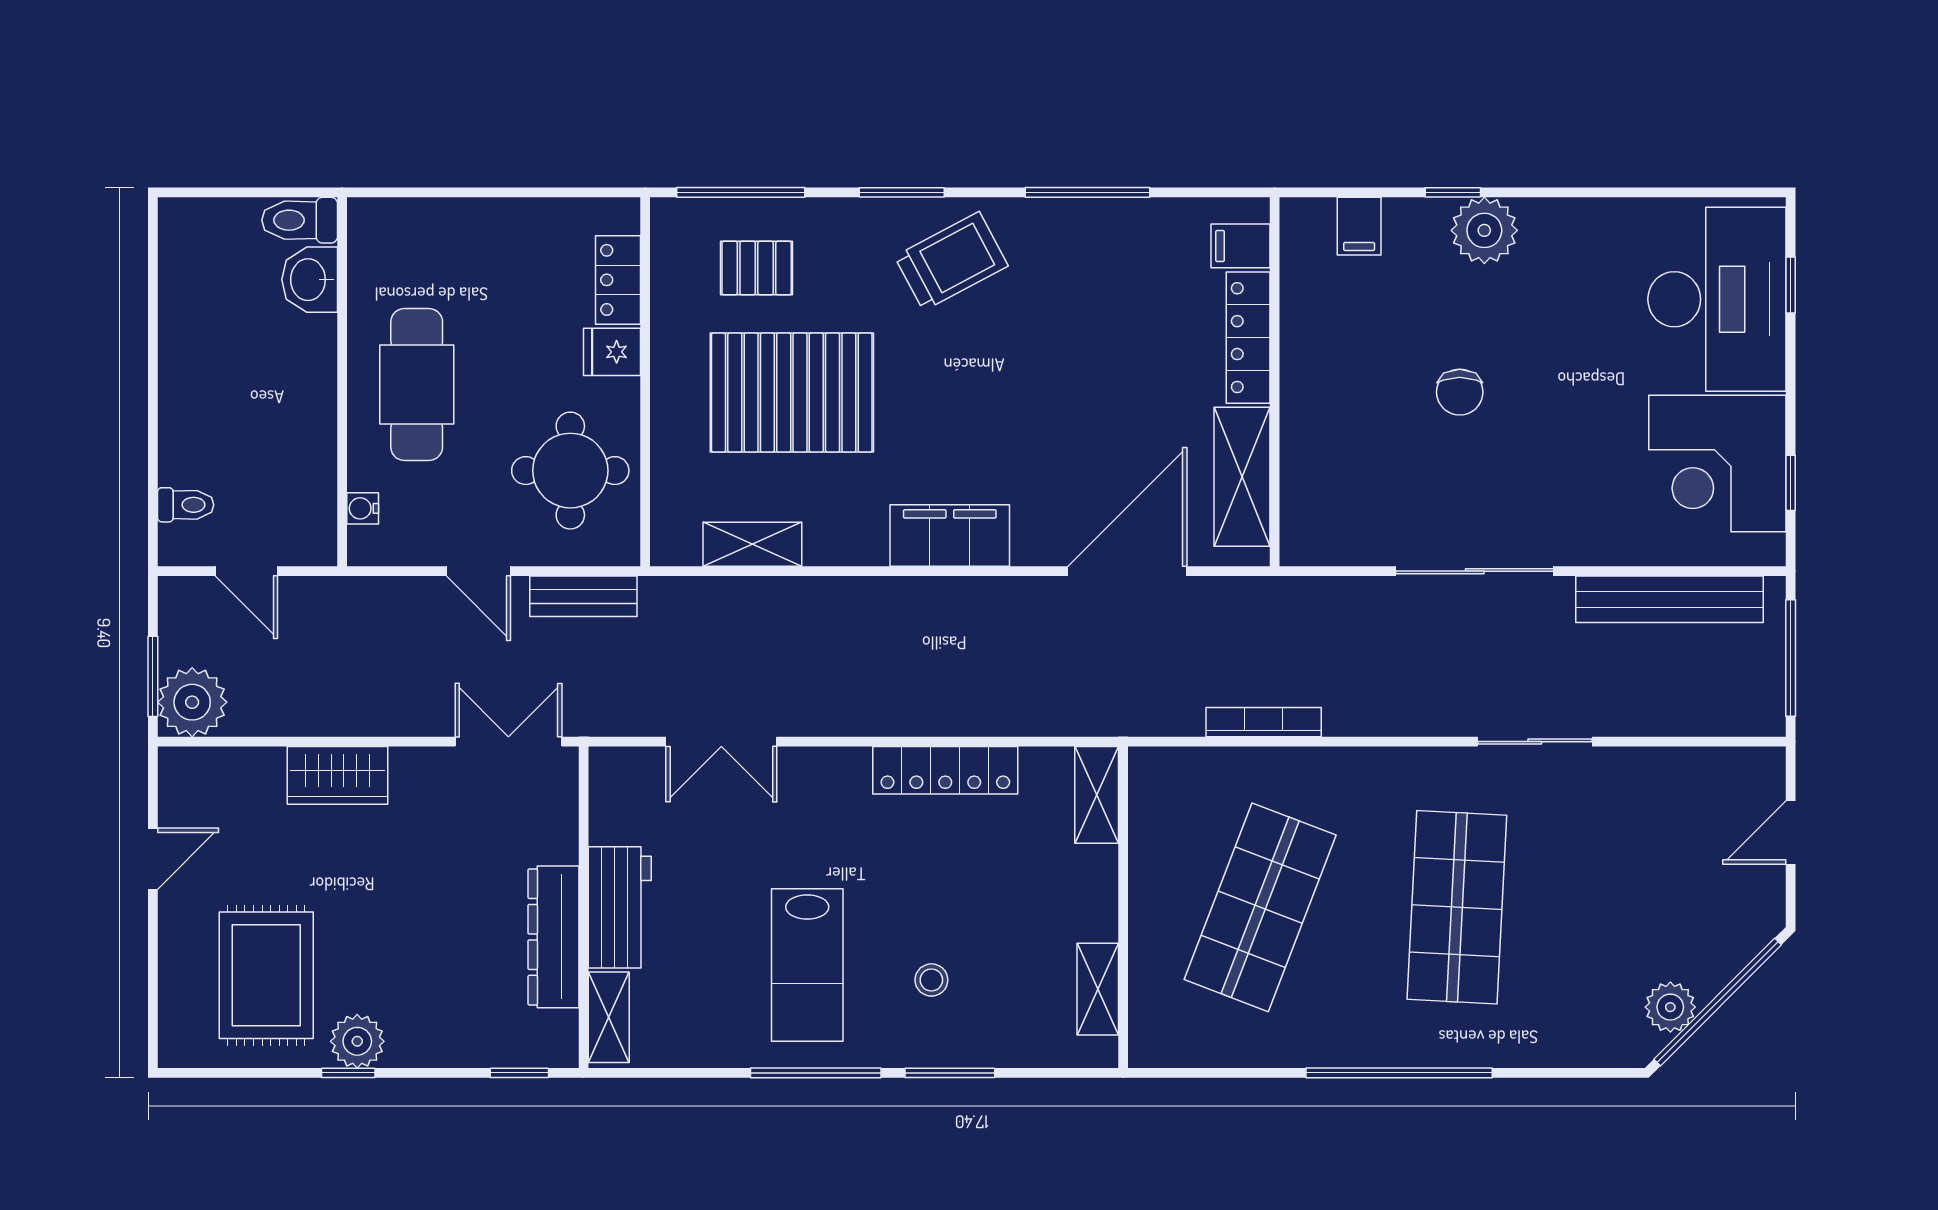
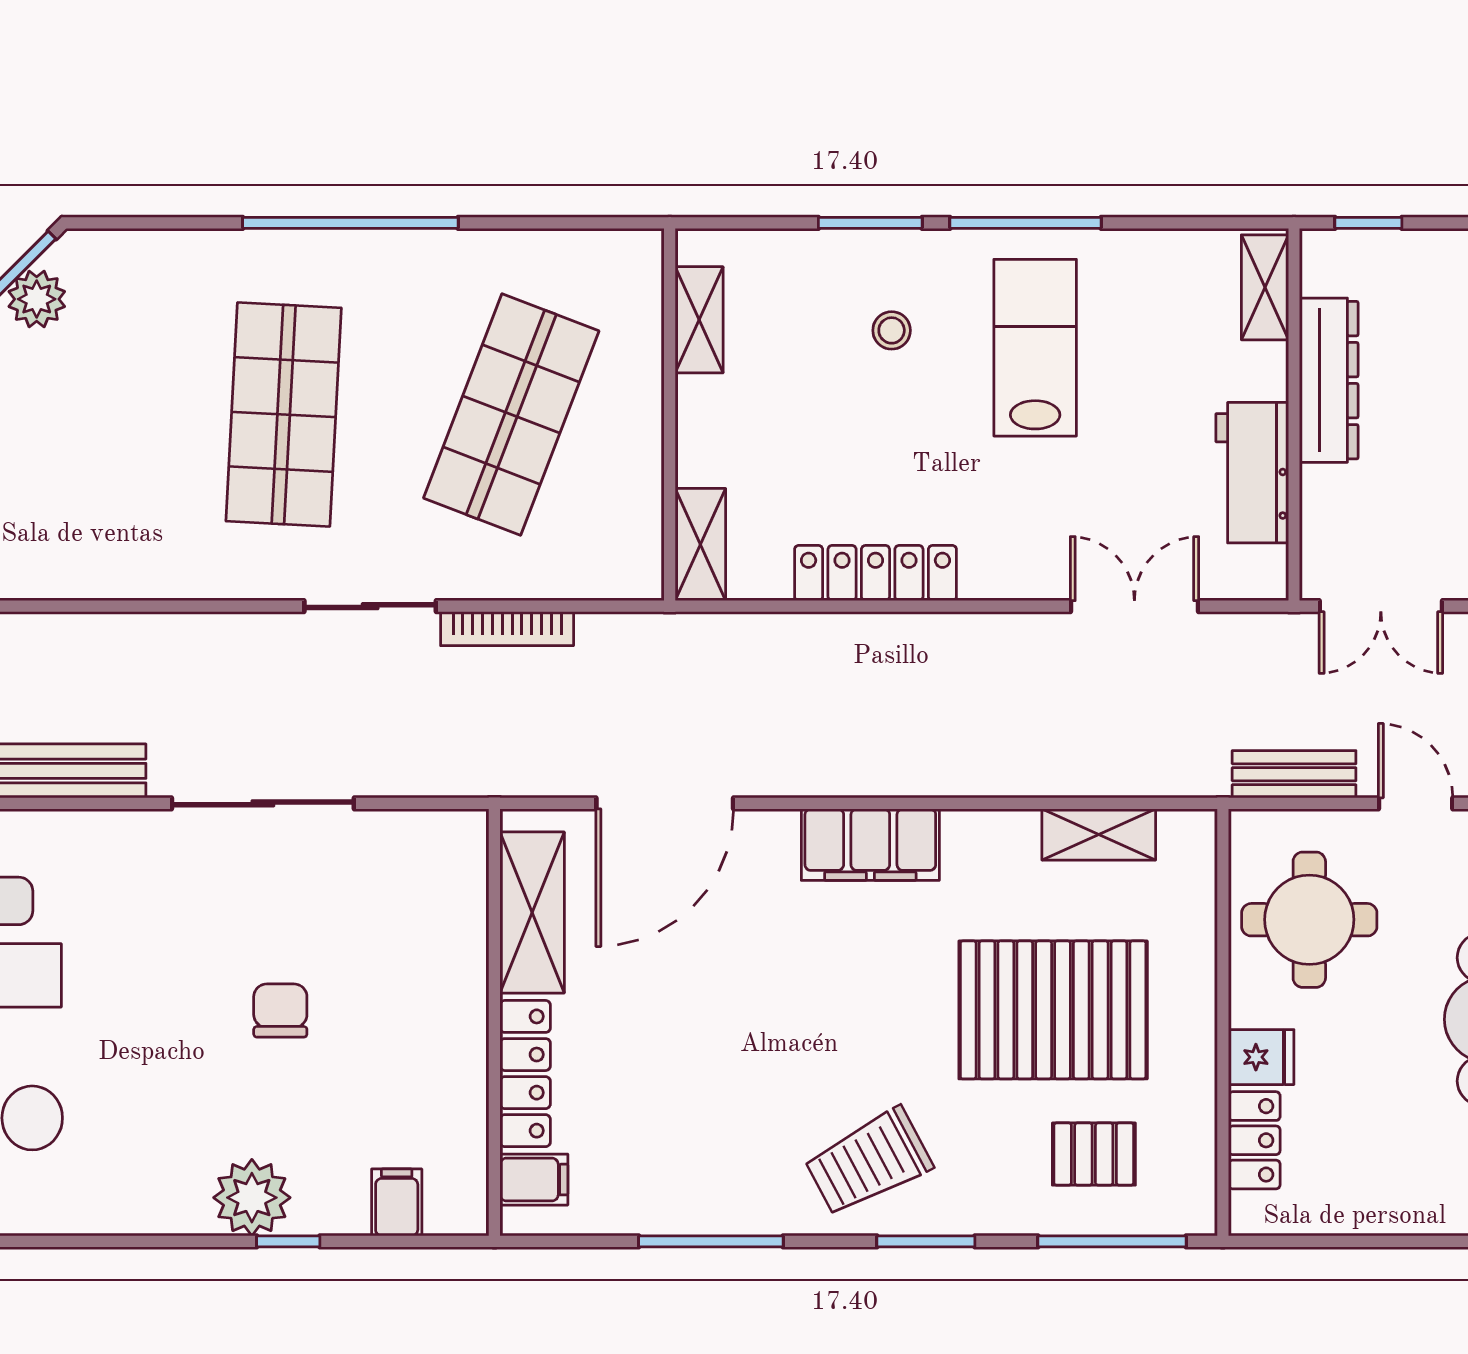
sliding door: (1535, 742) -> (370, 606), moved
workbench: (620, 907) -> (1252, 473), moved

